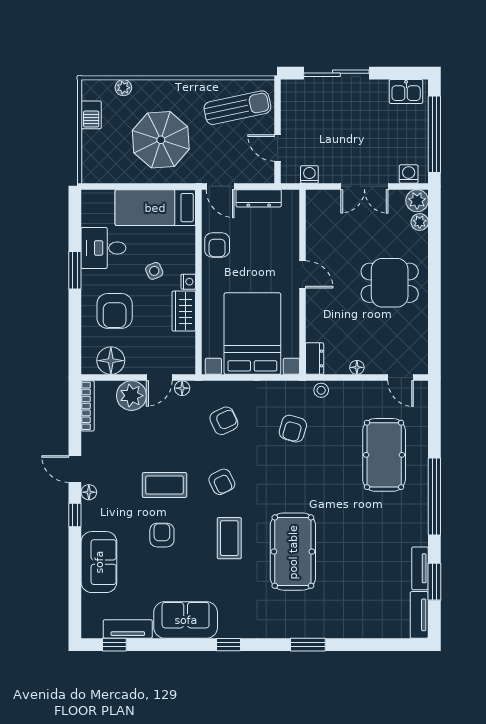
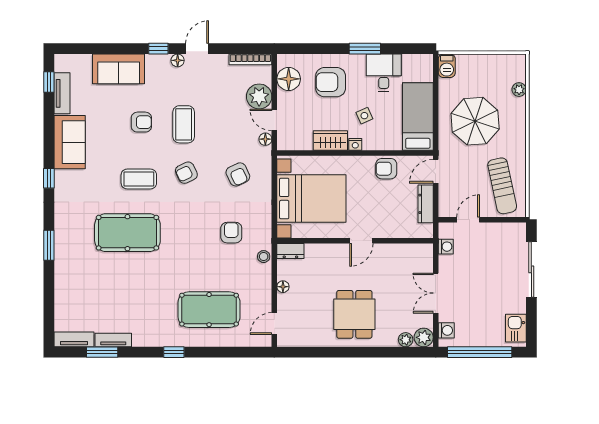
barbecue: (91, 115) -> (447, 66), moved, turned -90
armchair: (293, 429) -> (231, 233), turned 74
window: (434, 497) -> (174, 352), width x0.32

